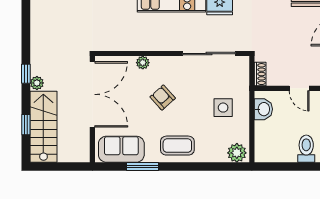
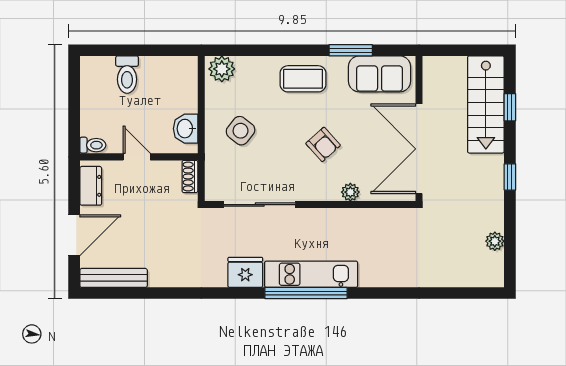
plant: (37, 83) -> (495, 241), moved
side table: (223, 108) -> (241, 131), turned 38

